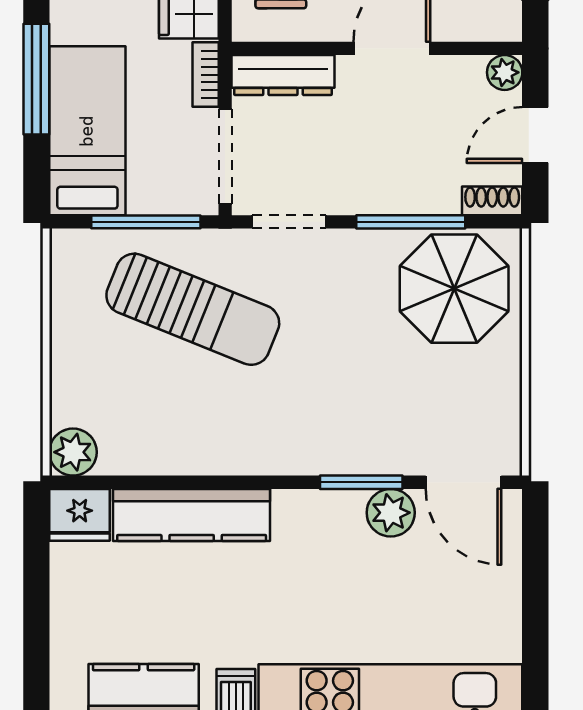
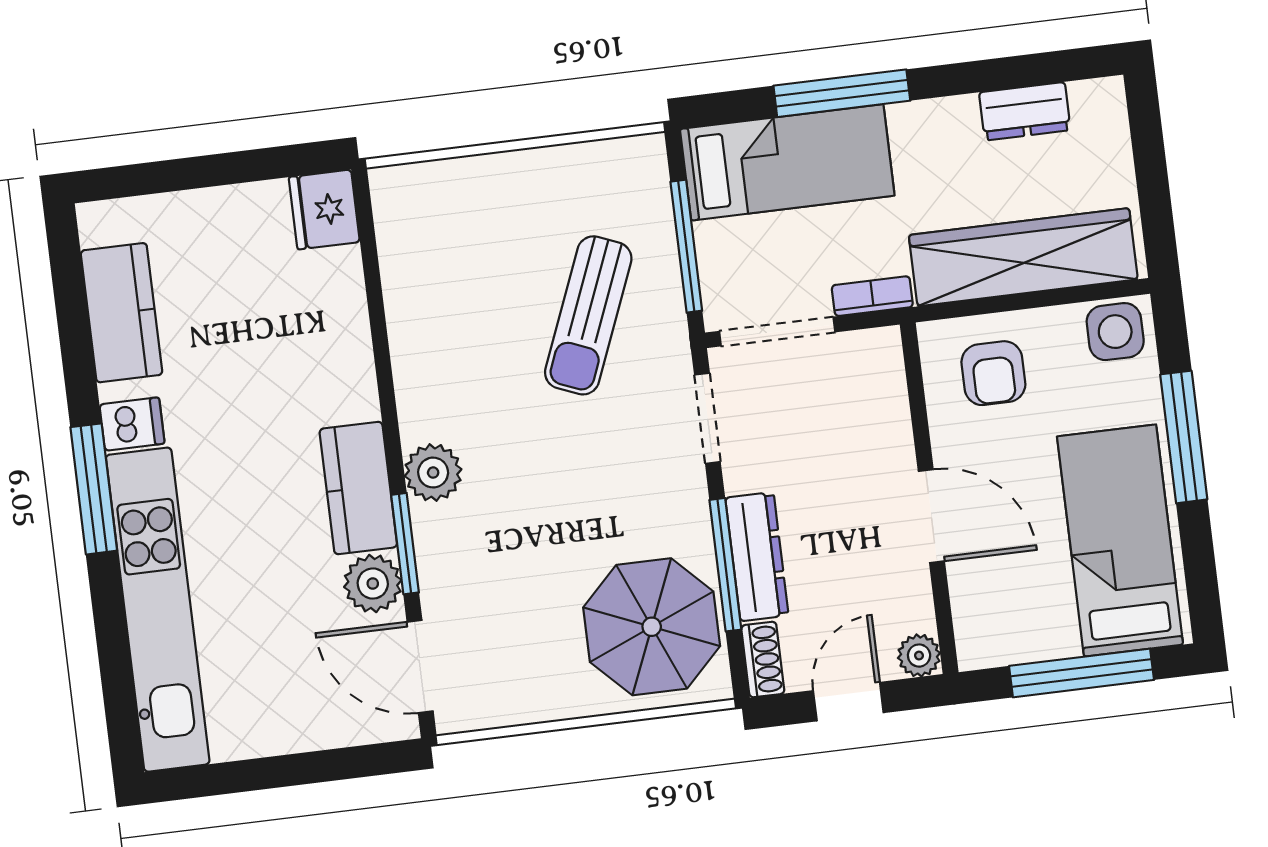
dresser: (283, 75) -> (757, 557), moved, turned 180
door: (535, 135) -> (848, 702), hinge flipped
sun lounger: (193, 309) -> (588, 315), width x0.73, depth x0.75
plant: (73, 452) -> (433, 473), moved
door: (463, 482) -> (420, 666), hinge flipped
kitchen counter: (192, 515) -> (358, 488), moved, width x0.67

